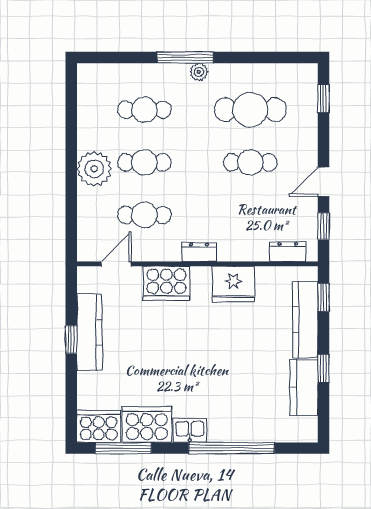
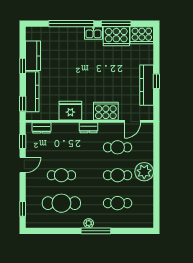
window: (123, 448) -> (116, 24), moved

